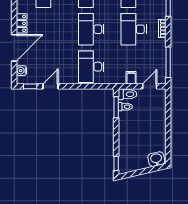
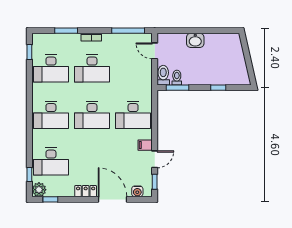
filing cabinet: (131, 78) -> (145, 145), moved
door: (51, 86) -> (155, 159), swing flipped
washbasin: (156, 159) -> (195, 40), moved, turned -77
window: (116, 163) -> (218, 88), moved

